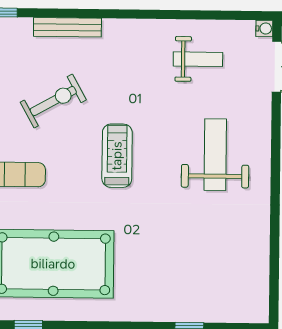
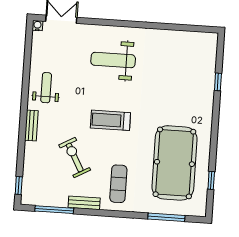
bench: (67, 27) -> (31, 125), moved, width x0.73
weight bench: (198, 59) -> (46, 88), moved

